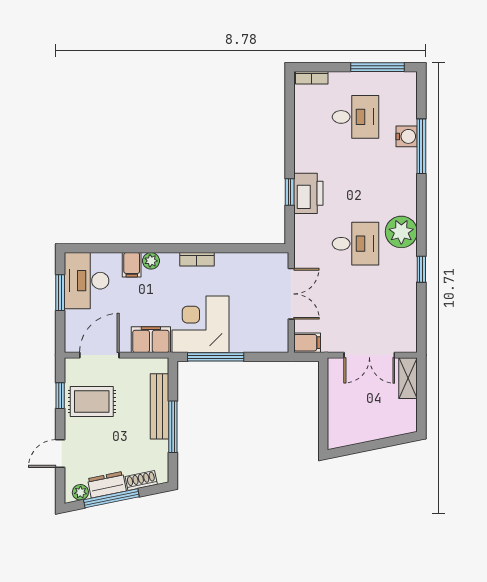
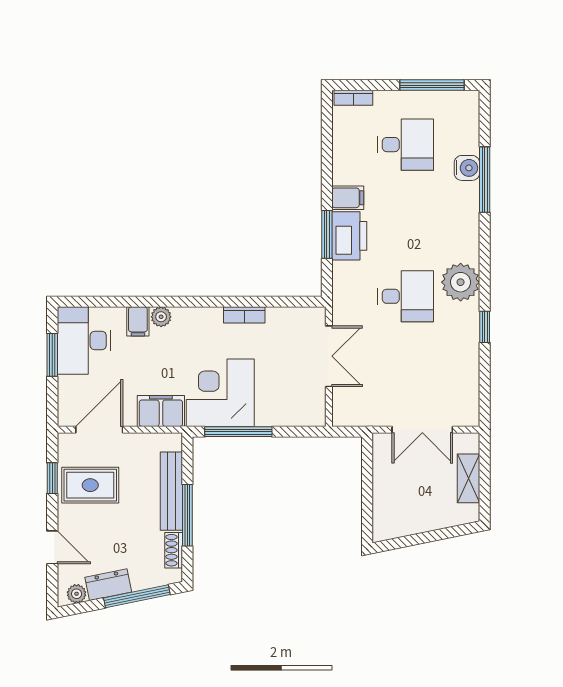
window: (290, 192) -> (327, 234), width x1.50
bookcase: (197, 259) -> (244, 315), moved
filing cabinet: (307, 343) -> (348, 198), moved
shelving: (408, 378) -> (469, 478), moved
door: (60, 454) -> (52, 547), swing flipped
shoe rack: (141, 481) -> (174, 550), moved, turned -78
window: (111, 498) -> (137, 596), moved

